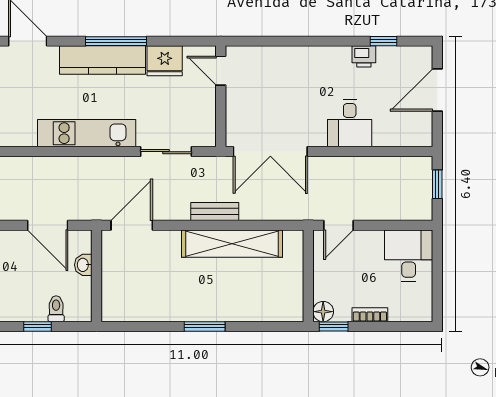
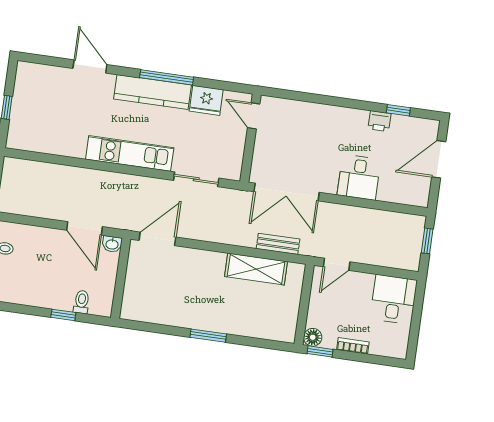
bench: (215, 211) -> (278, 244), moved
shelving: (232, 244) -> (256, 269), width x0.68
washbasin: (83, 265) -> (112, 244), moved, turned -90

